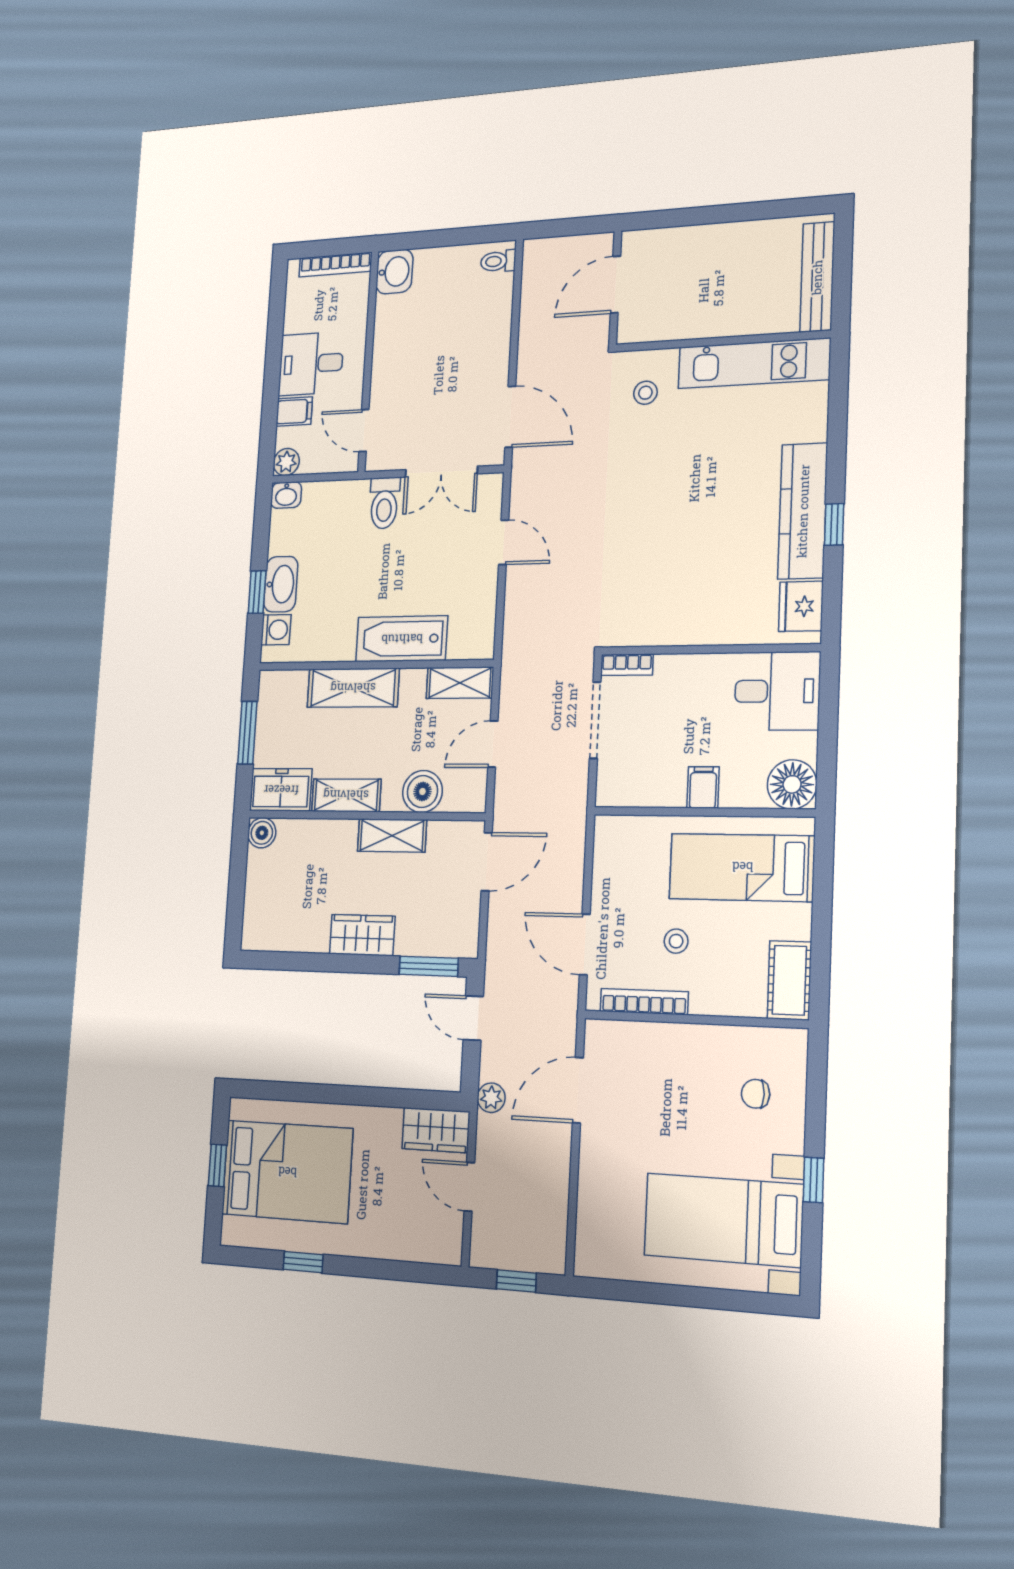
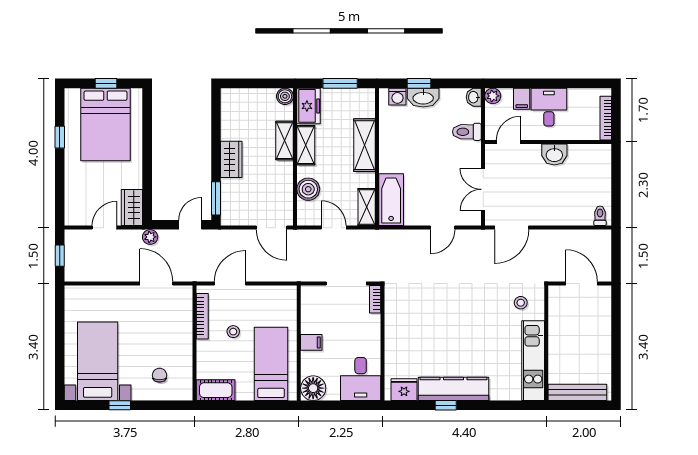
washbasin: (394, 272) -> (554, 154), moved
toilet: (384, 503) -> (467, 132), moved
bathtub: (402, 639) -> (391, 200), moved
shelving: (392, 836) -> (285, 141), moved

